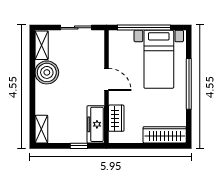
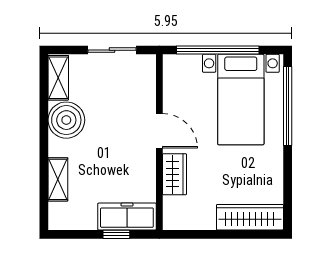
window: (189, 84) -> (288, 106), moved
wardrobe: (116, 118) -> (174, 174), moved
freezer: (96, 124) -> (127, 217), moved, turned 90
shelving: (41, 129) -> (58, 179), moved

